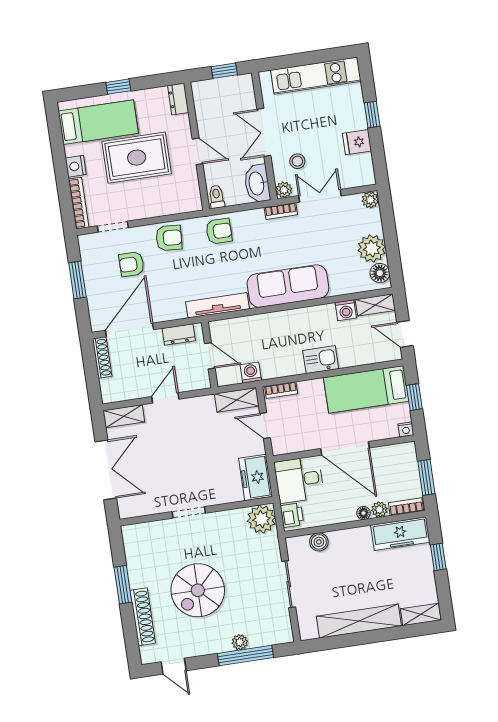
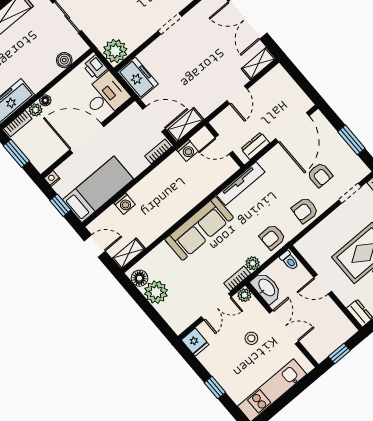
fridge: (357, 142) -> (195, 342), moved, turned 90
stool: (297, 161) -> (251, 338), moved
plant: (370, 200) -> (253, 263), moved
armchair: (131, 264) -> (320, 175), turned 90
washing machine: (346, 310) -> (124, 204), moved, turned 180
shoe rack: (102, 358) -> (300, 96), removed
kitchen sink: (321, 360) -> (143, 191), removed
door: (265, 426) -> (154, 119), width x1.38

